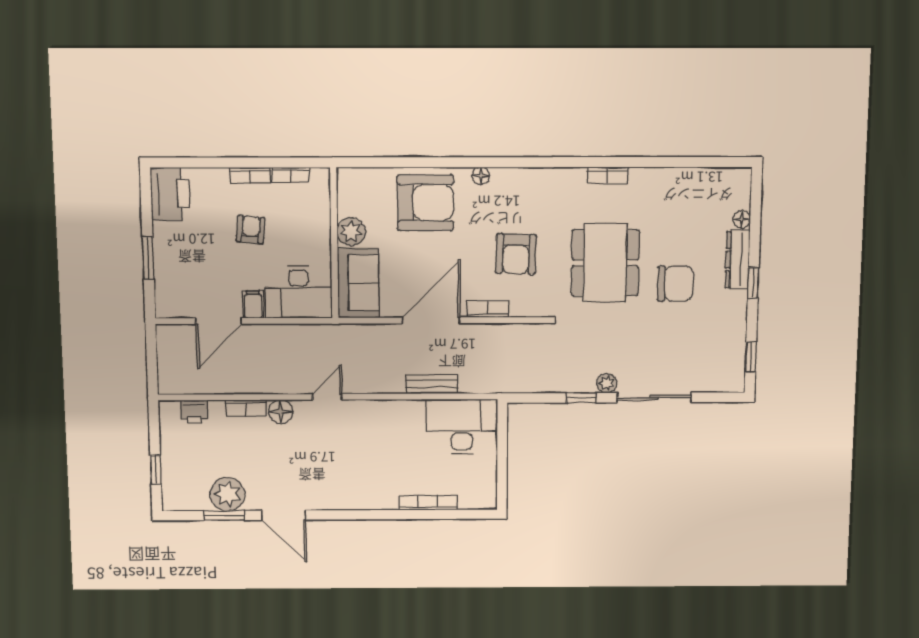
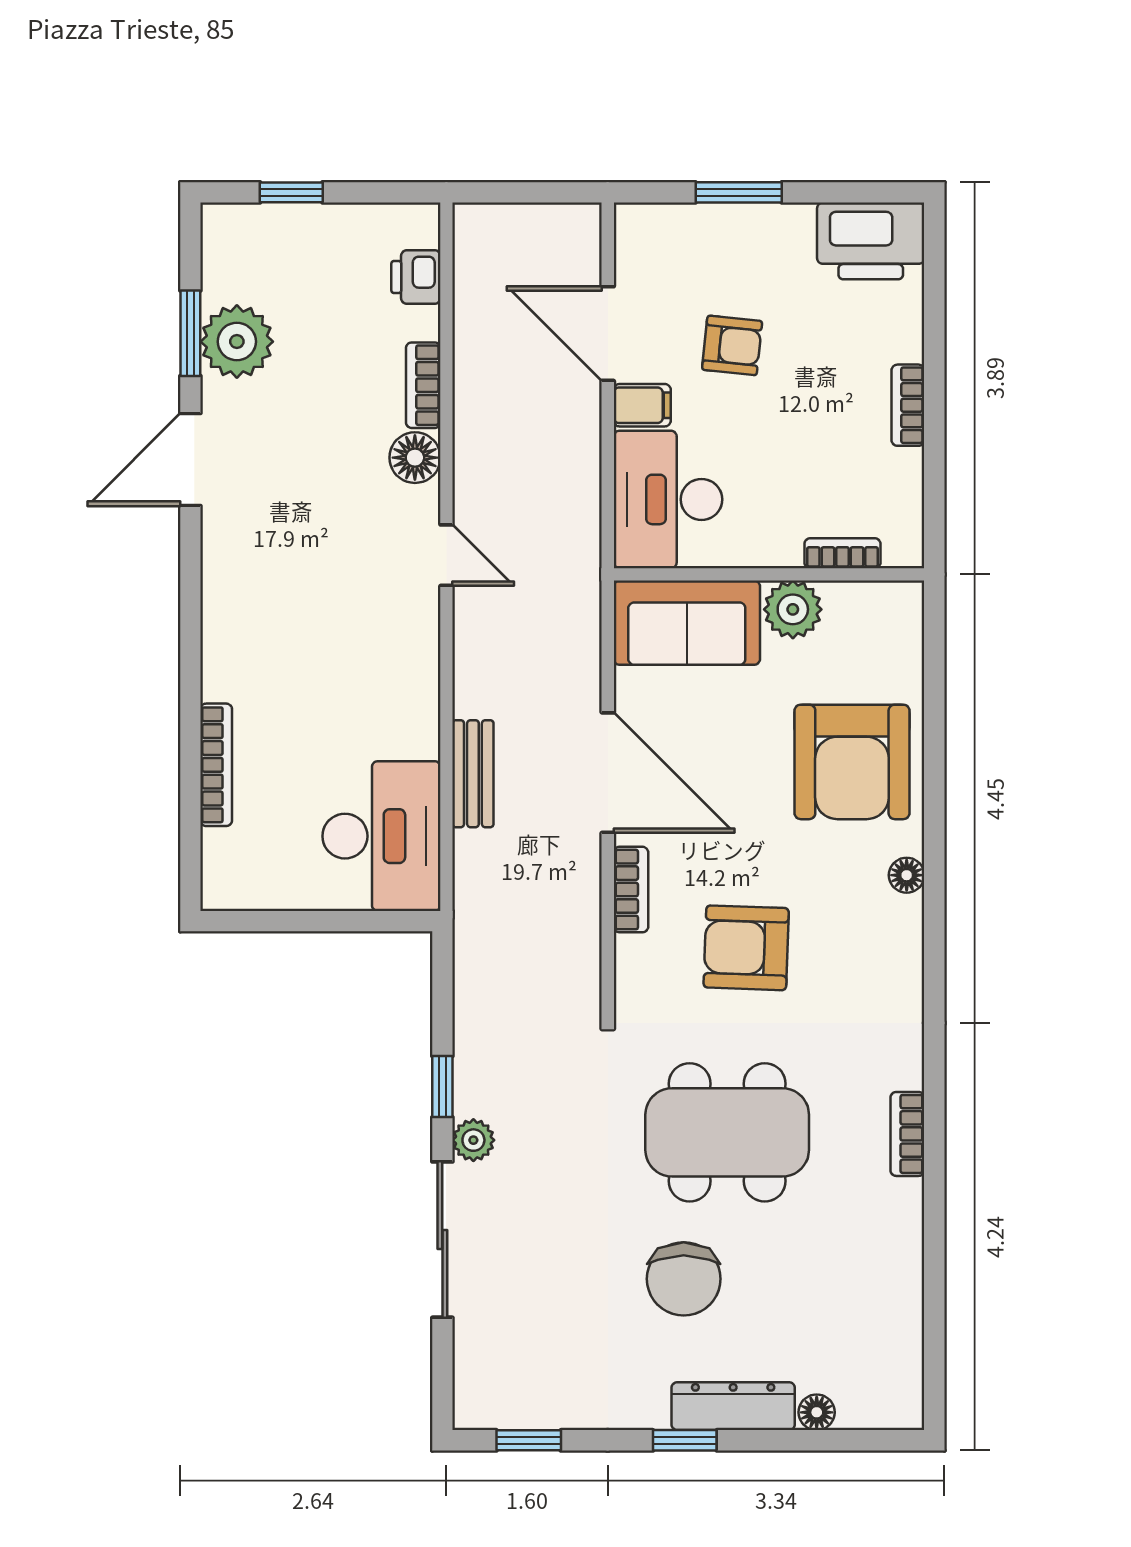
bookcase: (291, 175) -> (842, 553), moved, turned 90
armchair: (251, 230) -> (732, 345), moved

